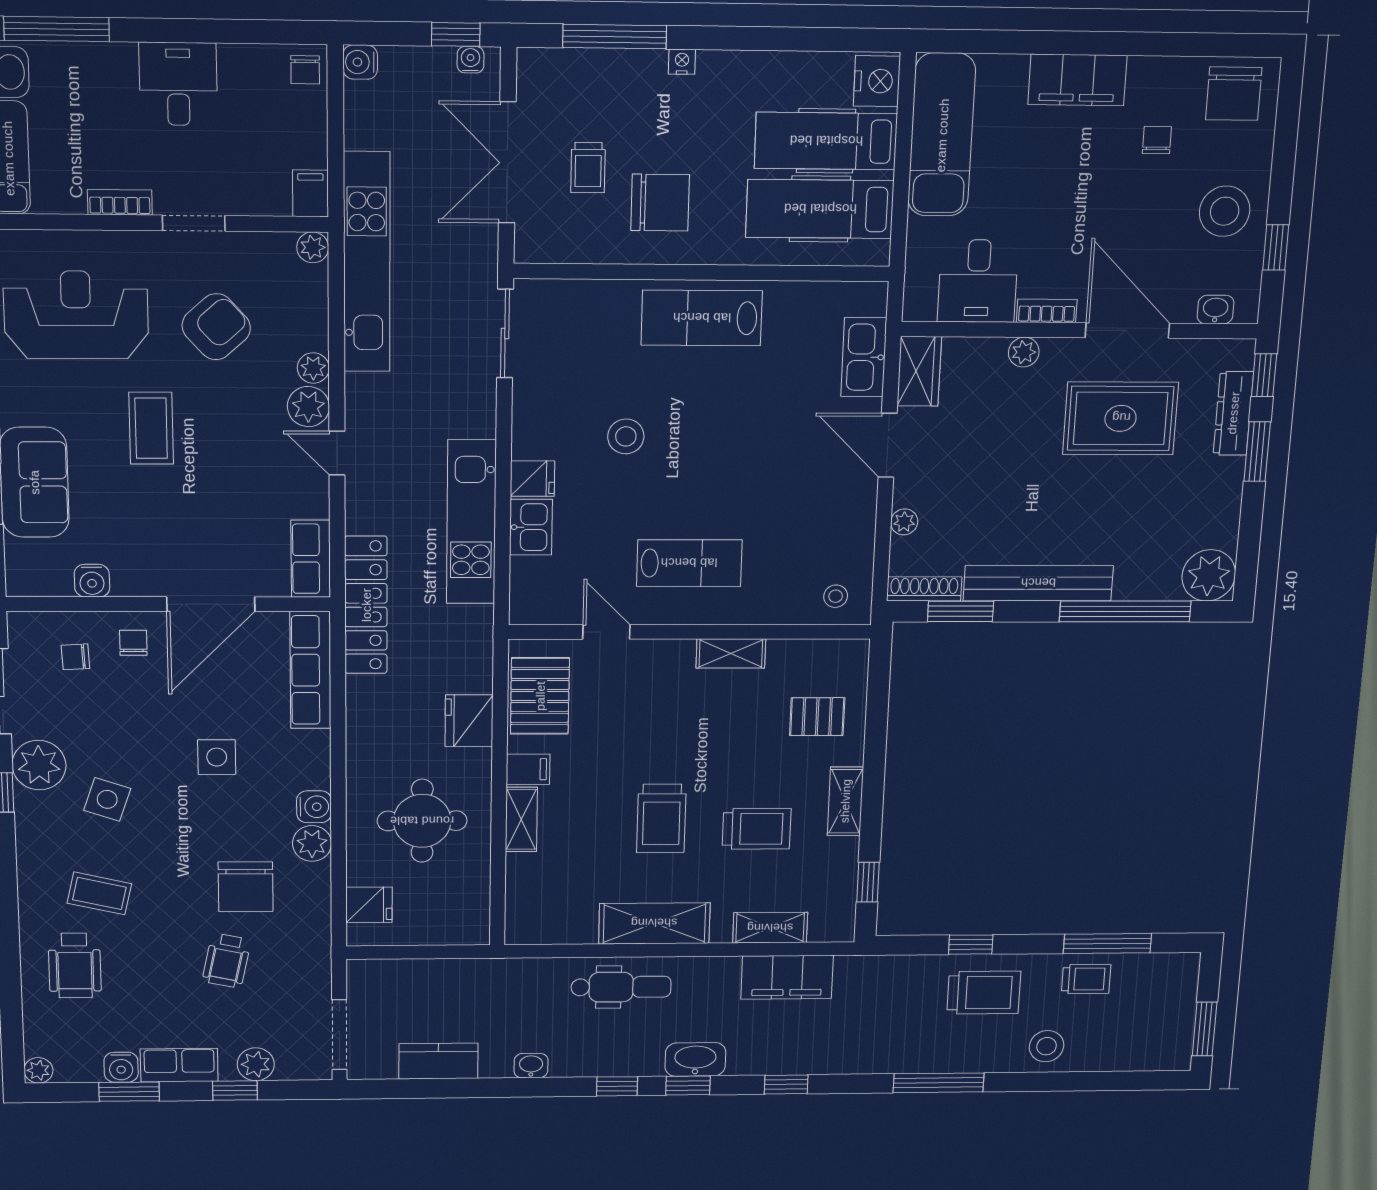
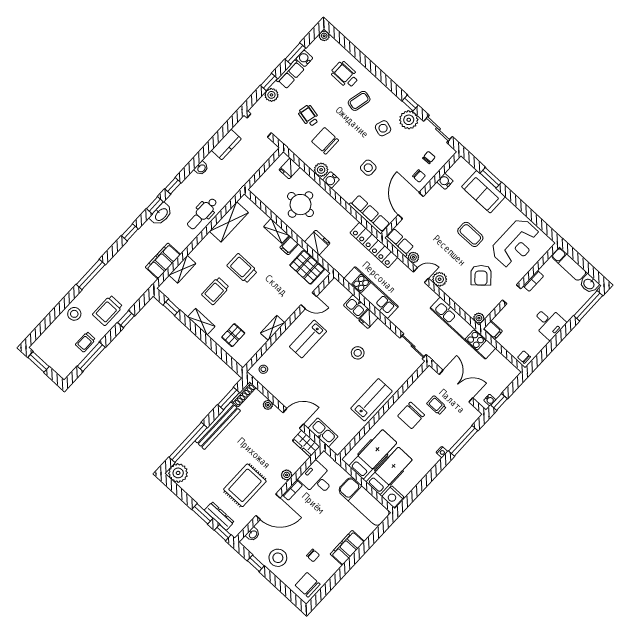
water cooler: (360, 62) -> (514, 372), removed
plant: (313, 368) -> (413, 257), moved
shelving: (654, 923) -> (229, 222), moved

